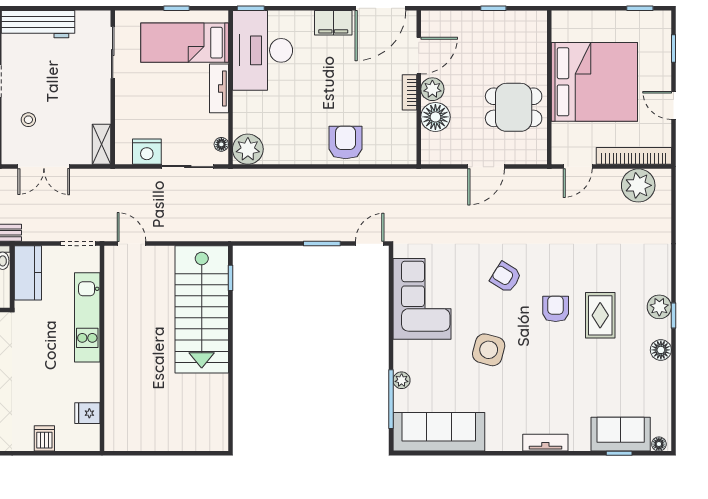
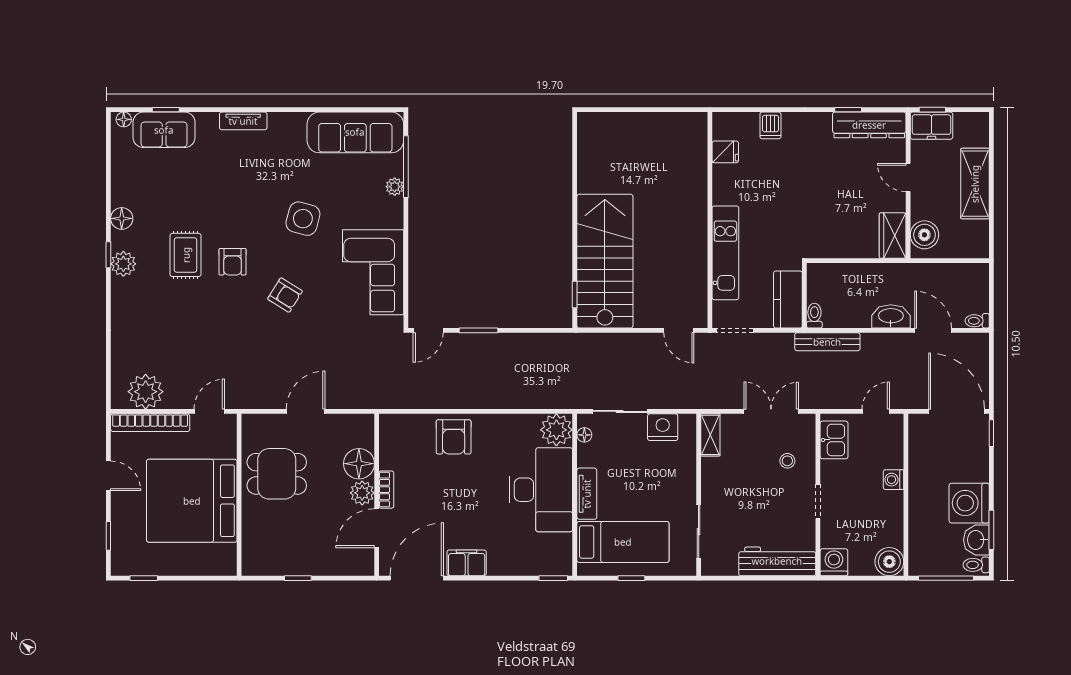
desk: (263, 50) -> (541, 490), moved

